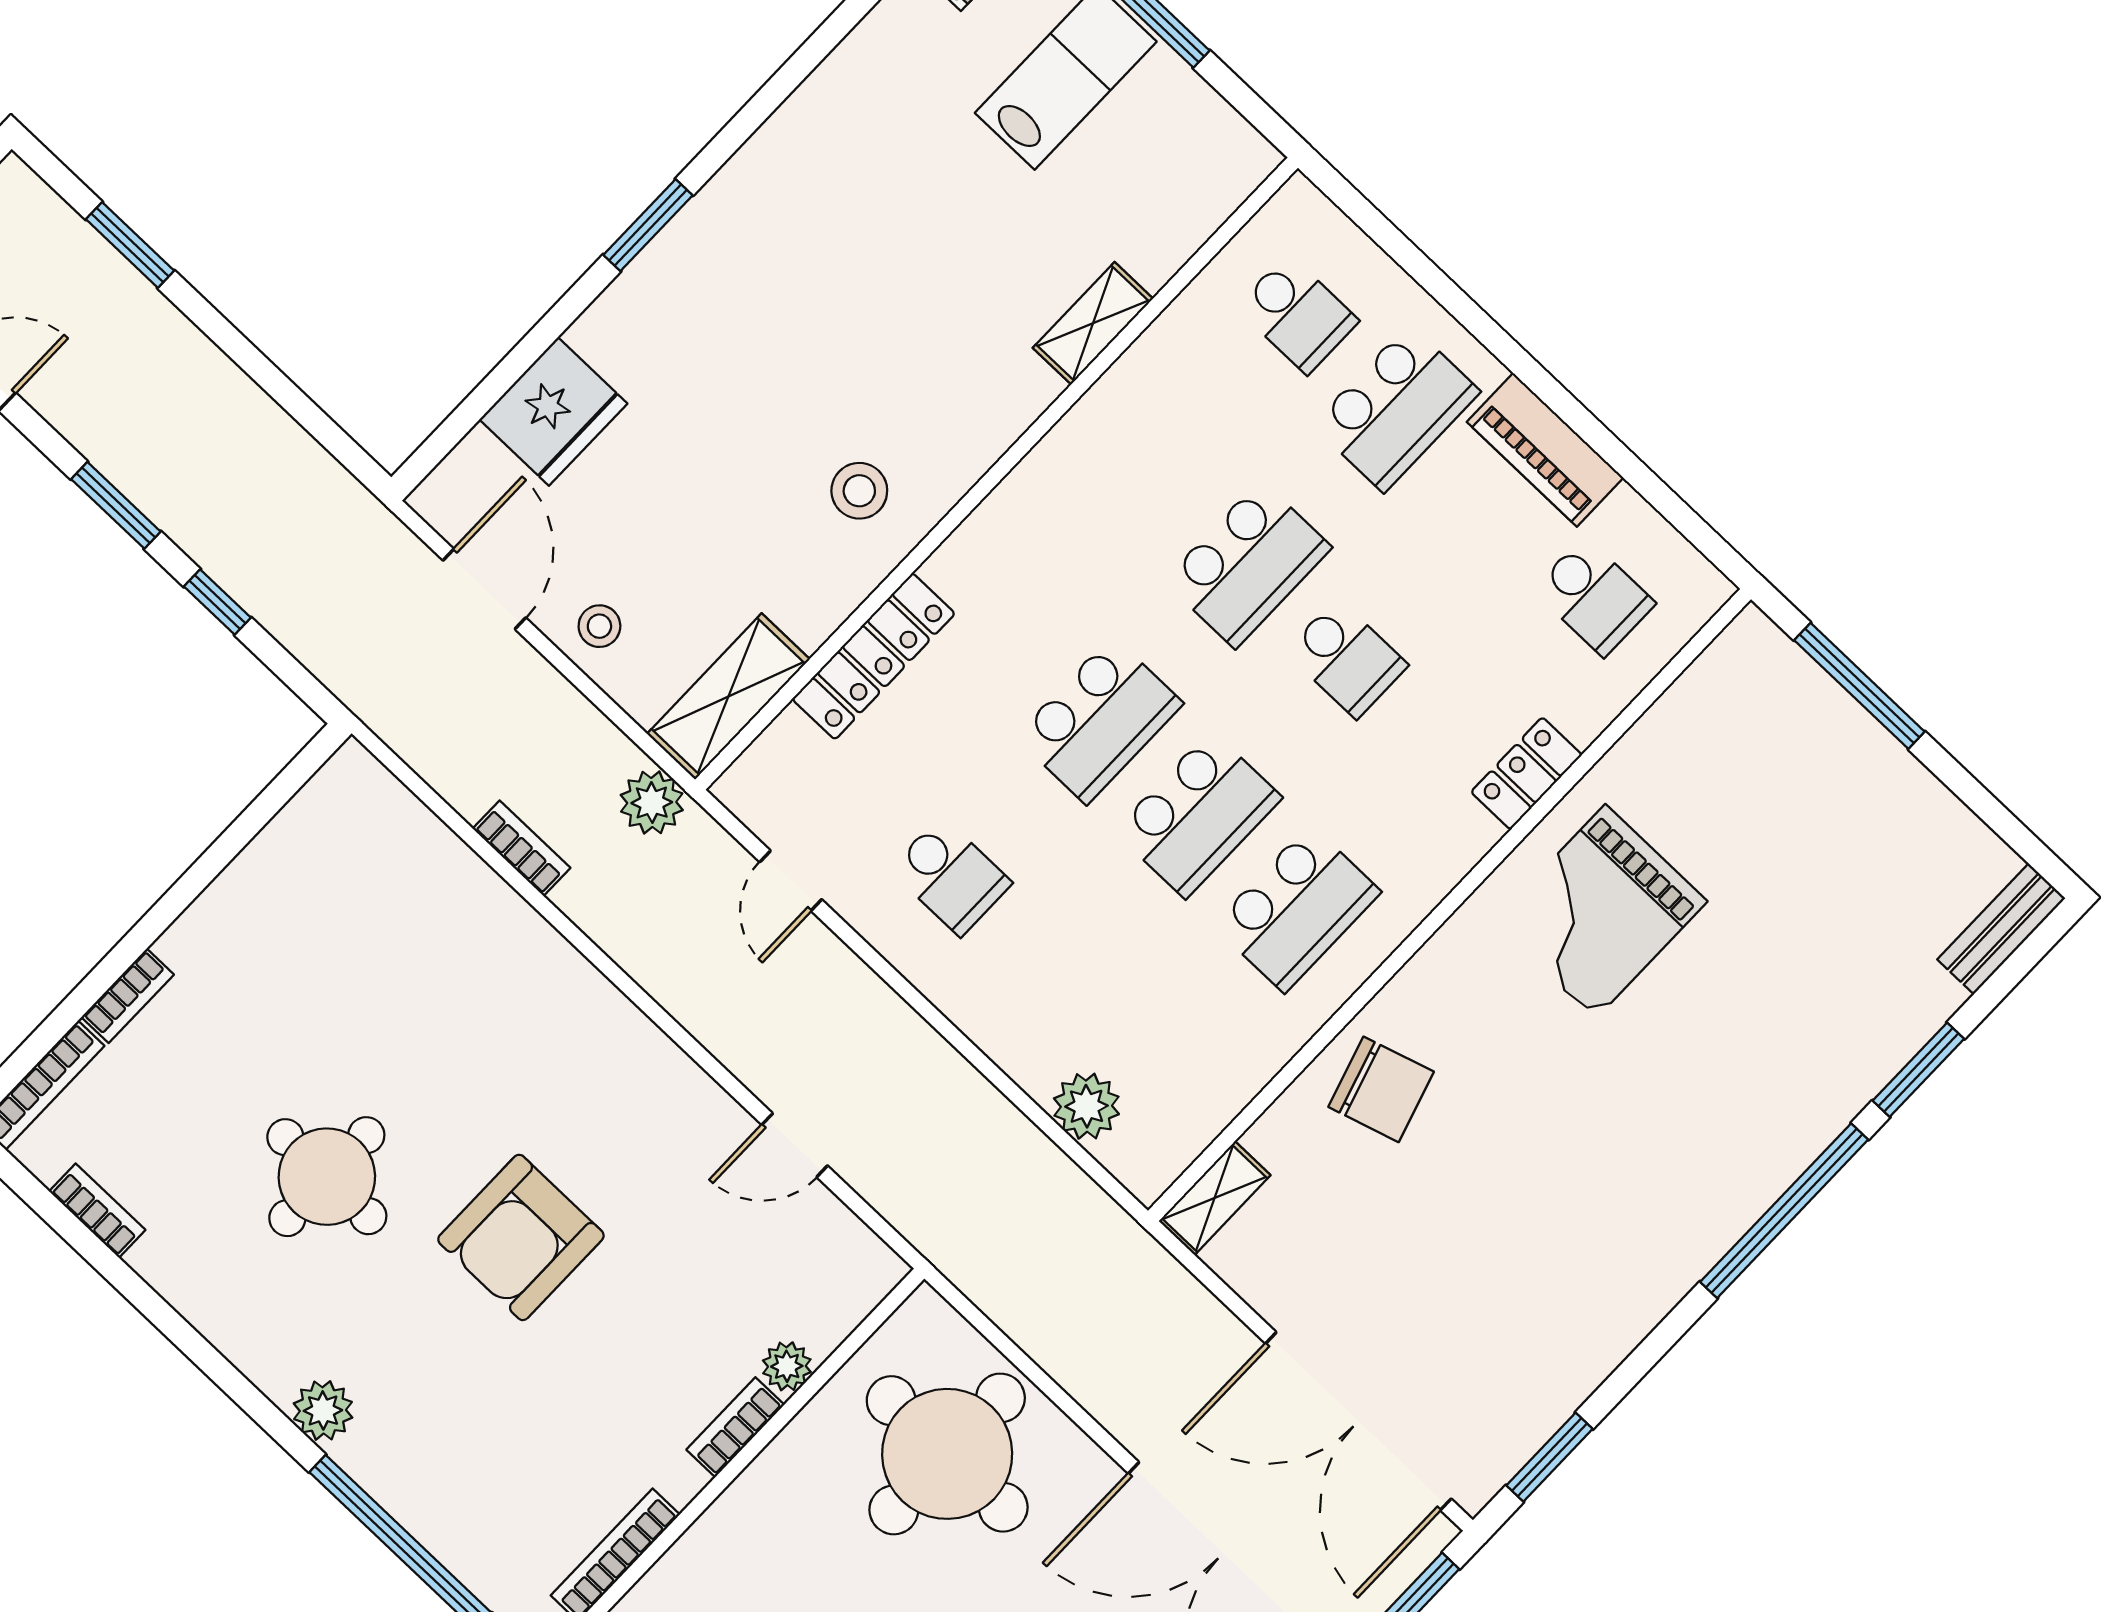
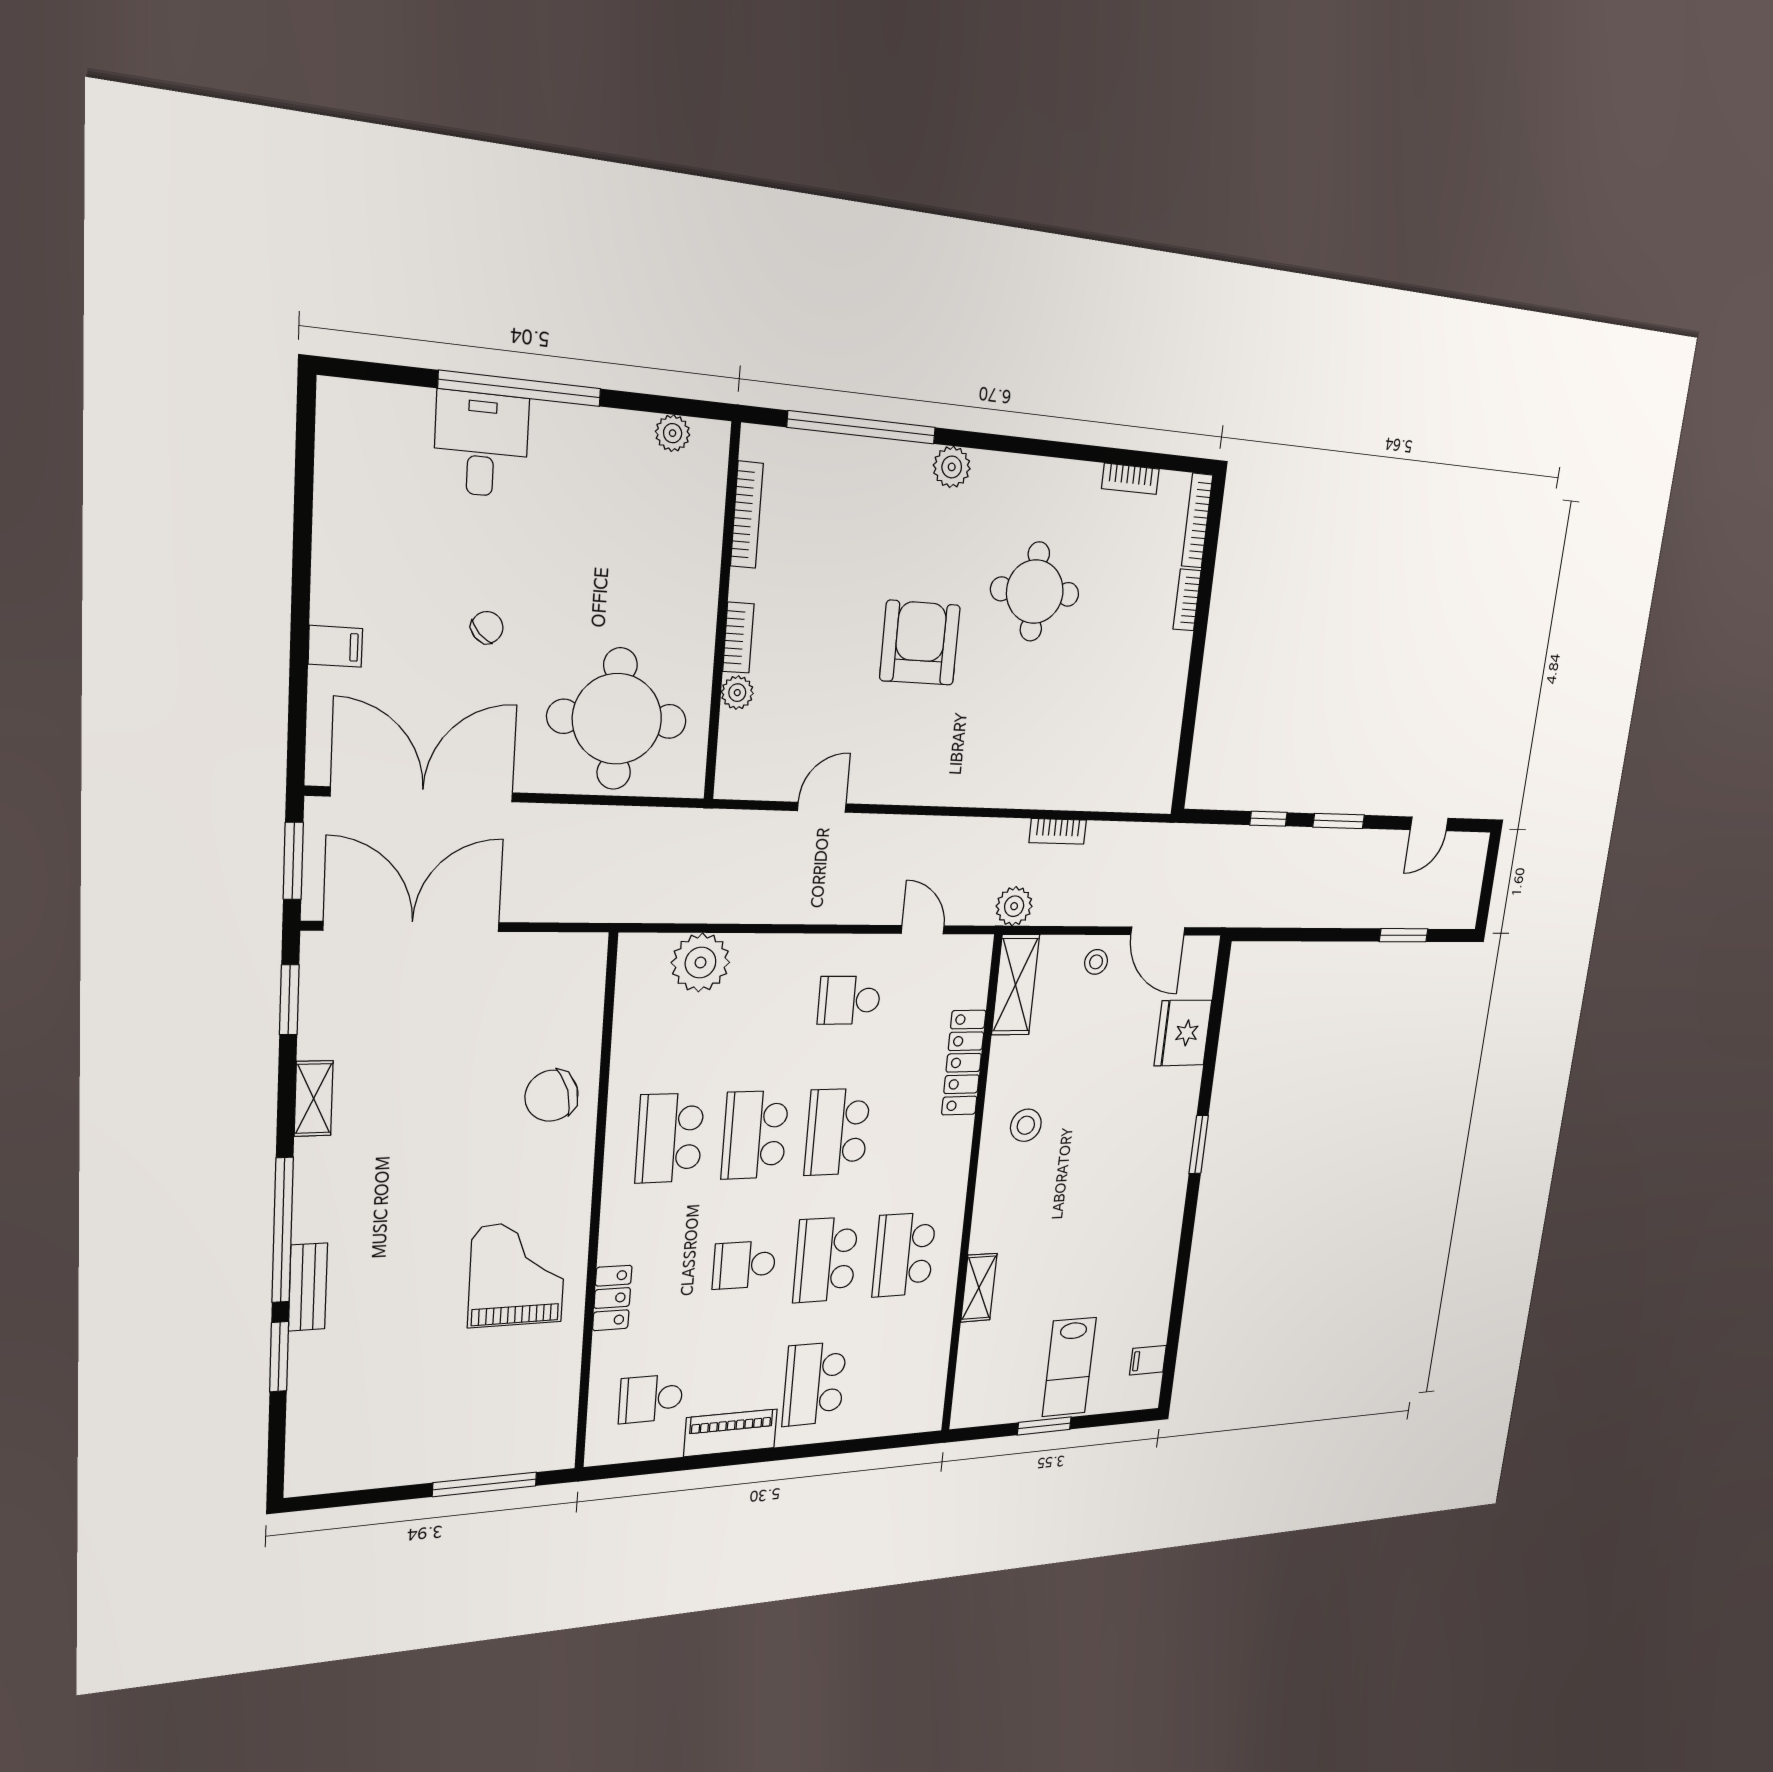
school desk: (1297, 314) -> (904, 1255), moved, width x1.85
bench: (2001, 929) -> (308, 1287), moved
plant: (1086, 1106) -> (701, 962), width x1.36, depth x1.36
shelving: (1214, 1198) -> (314, 1099), moved

